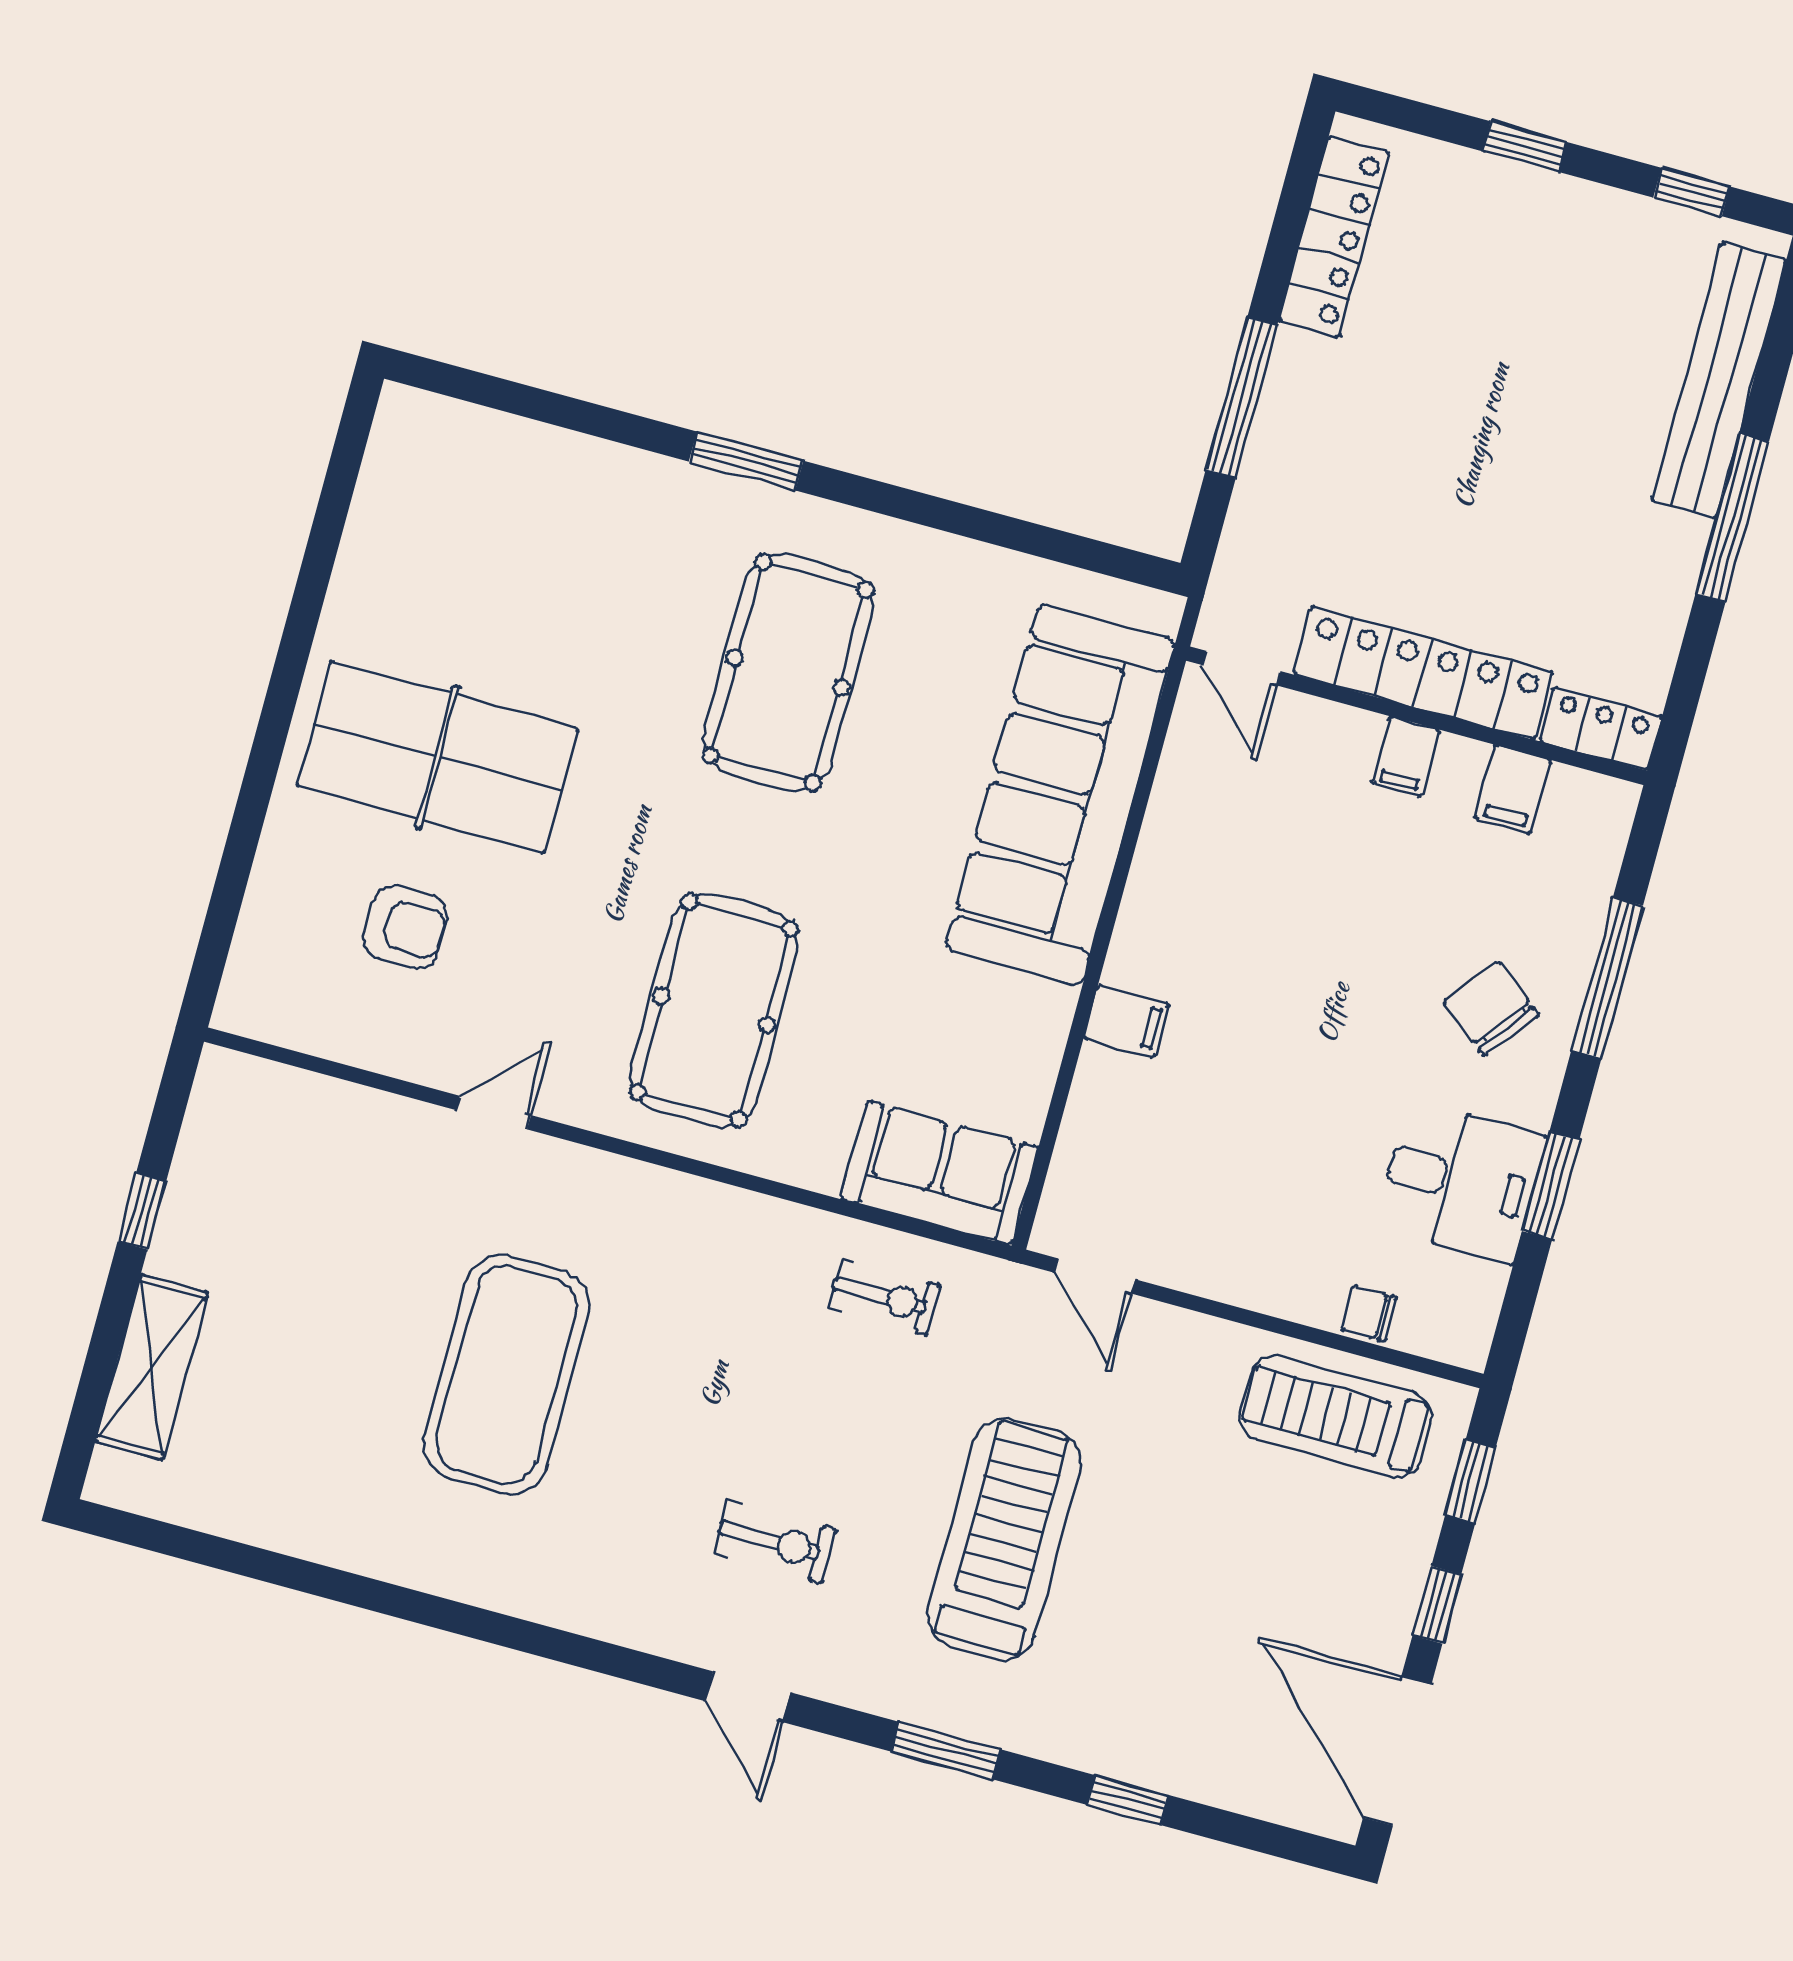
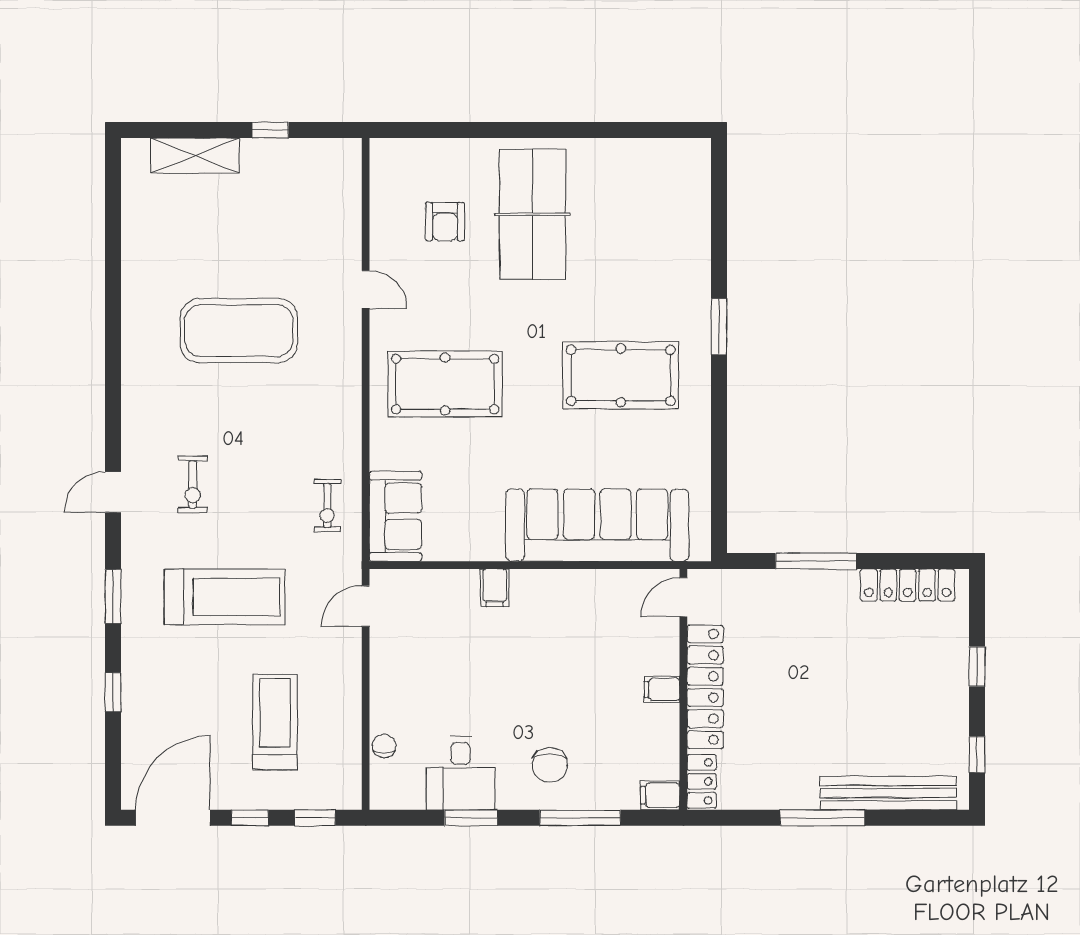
filing cabinet: (1513, 789) -> (660, 795), moved
chair: (1491, 1009) -> (550, 765), turned 142
treadmill: (1336, 1416) -> (275, 722), moved

